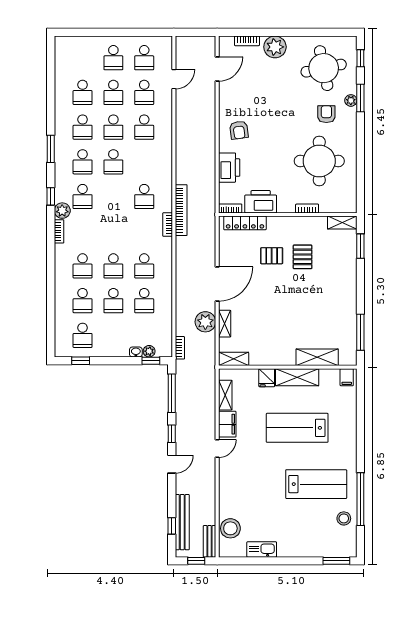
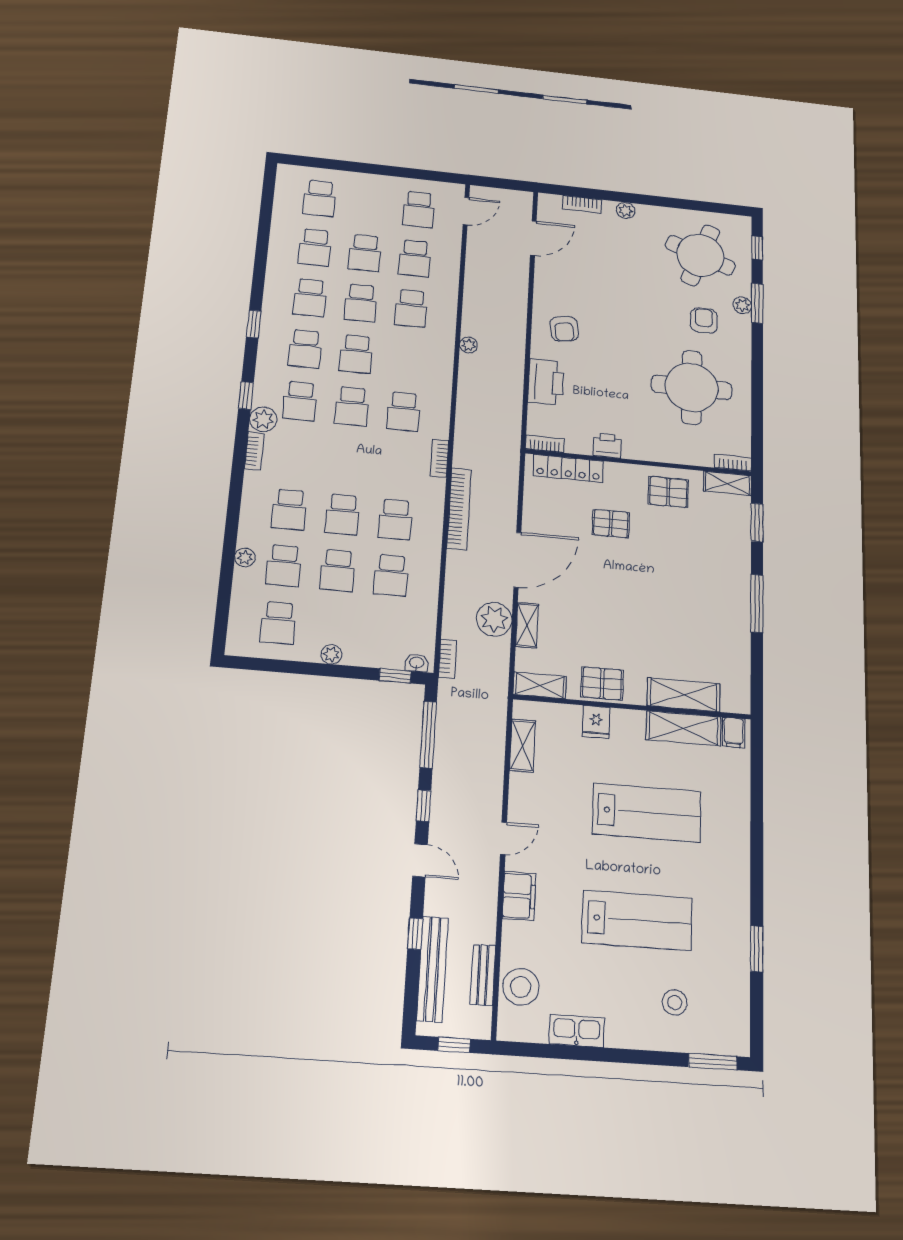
plant: (275, 47) -> (626, 211), width x0.53, depth x0.53
school desk: (113, 58) -> (320, 198), moved
round table: (324, 68) -> (700, 255), turned 32
door: (174, 79) -> (466, 211), moved
plant: (181, 148) -> (469, 345), added
window: (51, 149) -> (254, 324), width x0.67
school desk: (113, 196) -> (352, 406), added
printer: (261, 202) -> (607, 445), width x0.53, depth x0.68
bookcase: (307, 209) -> (733, 463), moved
bookcase: (181, 210) -> (459, 509), moved
pallet: (303, 257) -> (668, 492), moved, turned 90
plant: (60, 298) -> (245, 557), added
window: (360, 332) -> (757, 603), moved
plant: (149, 351) -> (331, 654), moved
washbasin: (136, 352) -> (417, 663), moved
pallet: (269, 355) -> (602, 683), added
window: (81, 361) -> (271, 665), removed
shelving: (297, 377) -> (684, 728), moved
filing cabinet: (227, 424) -> (519, 896), moved
lab bench: (297, 428) -> (647, 813), turned 180
door: (172, 464) -> (420, 860), hinge flipped
lab bench: (316, 484) -> (637, 920), moved
window: (360, 499) -> (757, 949), width x0.47
stool: (344, 518) -> (675, 1003), moved
window: (172, 526) -> (415, 934), moved
bench: (210, 541) -> (483, 975), moved

